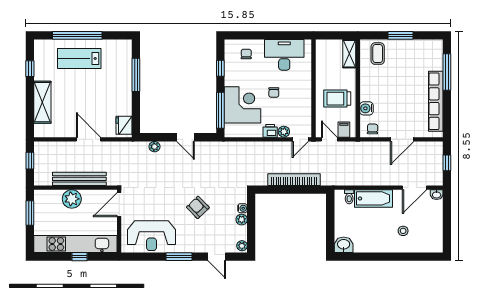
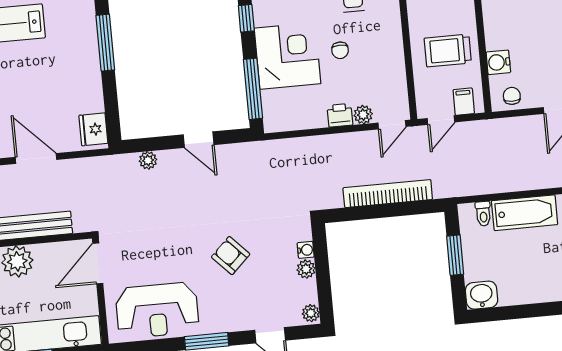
corner desk: (243, 105) -> (288, 56), moved
door: (329, 139) -> (441, 120), swing flipped
window: (330, 220) -> (455, 255), added

